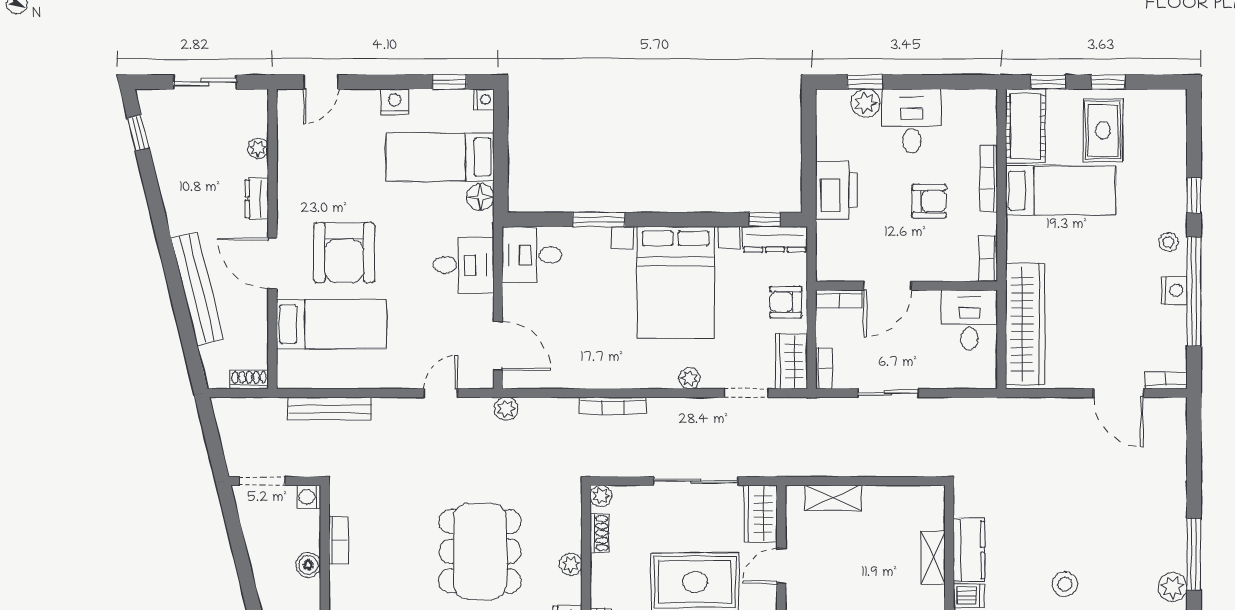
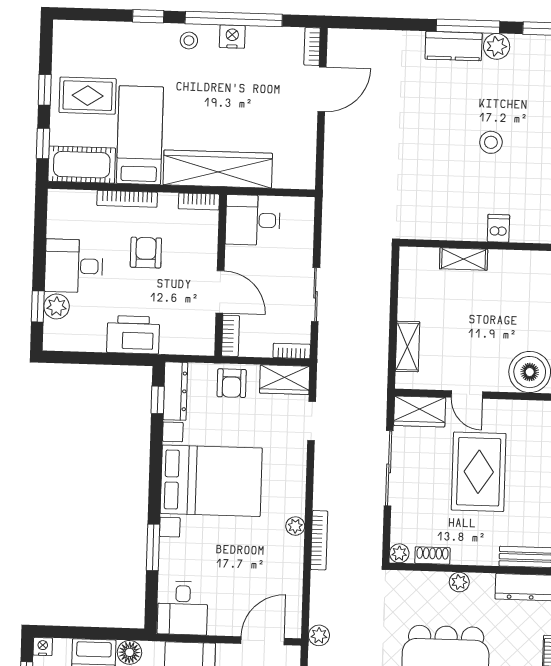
wardrobe: (1025, 324) -> (218, 169), moved
plant: (689, 378) -> (295, 526), moved
kitchen counter: (969, 550) -> (454, 46), moved, turned 180

